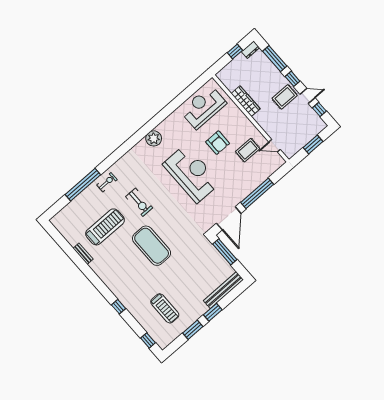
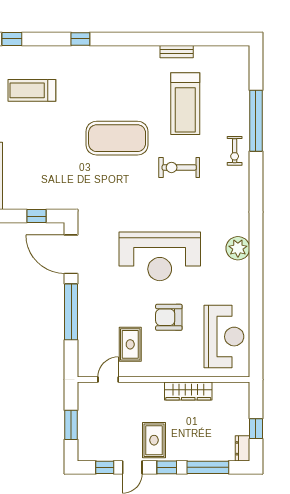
window: (225, 252) -> (36, 216), width x0.46

